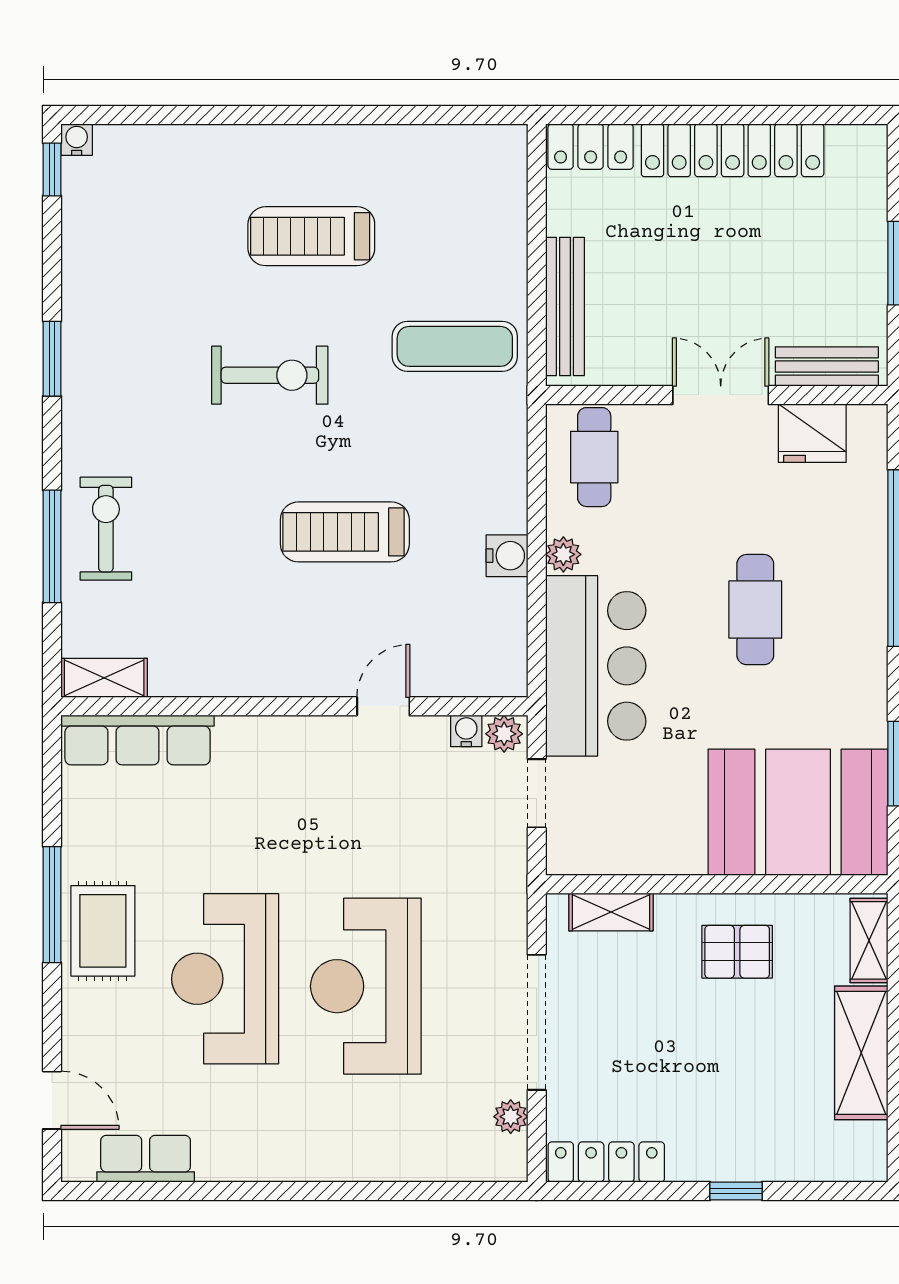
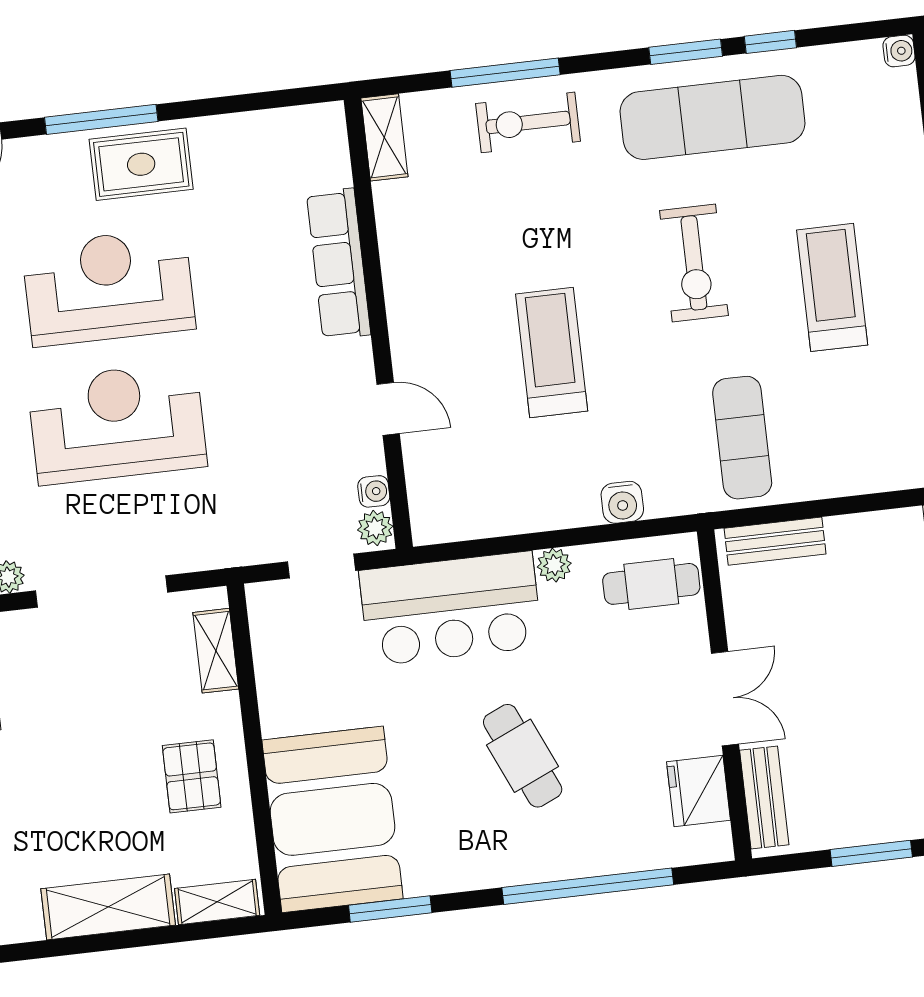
window: (52, 169) -> (770, 42), moved
bench: (565, 306) -> (775, 541), width x0.73
exercise mat: (123, 339) -> (712, 117), added
exercise bike: (106, 529) -> (528, 122), turned 180
water cooler: (507, 556) -> (622, 502), moved
cafe table: (755, 610) -> (523, 756), turned 66
row of seats: (138, 740) -> (339, 264), moved
window: (52, 905) -> (101, 119), moved

